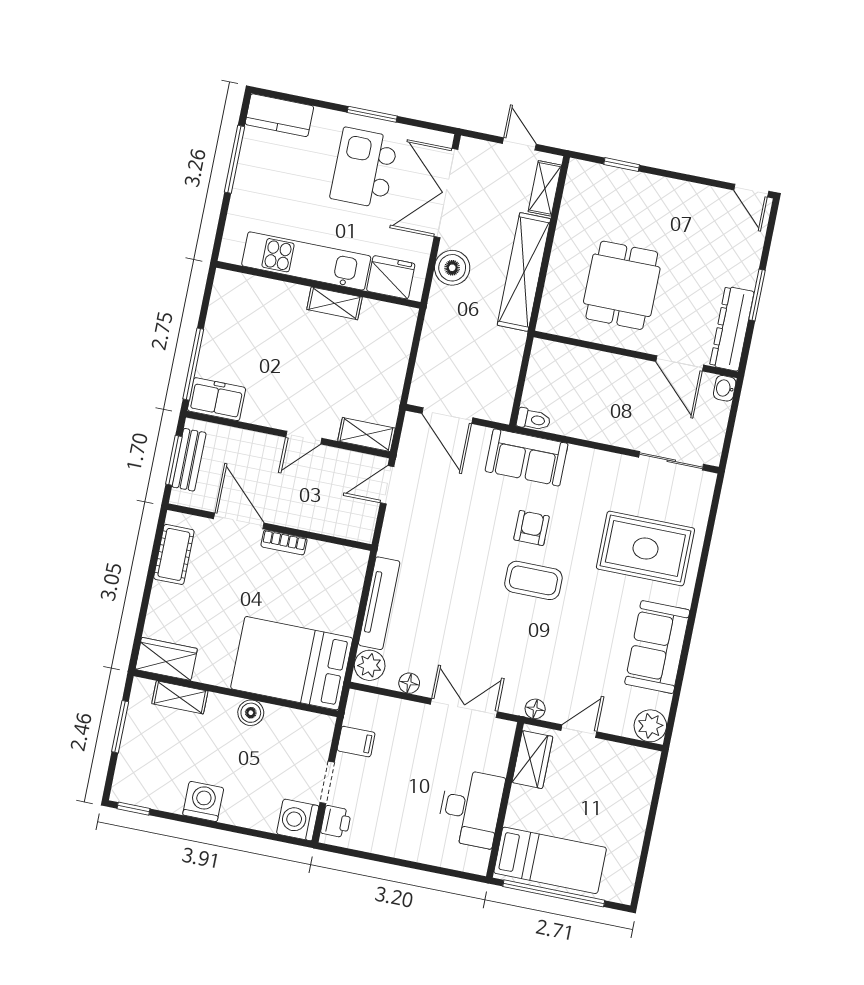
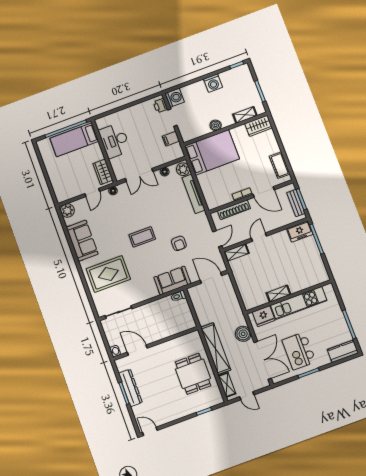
kitchen island: (364, 168) -> (299, 351), turned 180
dining table: (622, 285) -> (193, 374), moved
dresser: (732, 329) -> (130, 388), moved
shoe rack: (319, 522) -> (234, 210), added
armchair: (532, 528) -> (179, 243), moved

